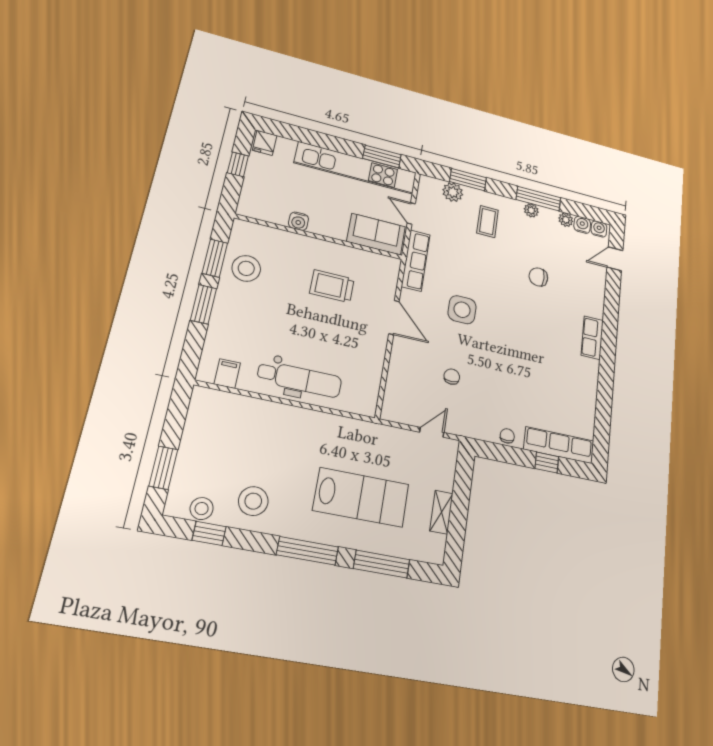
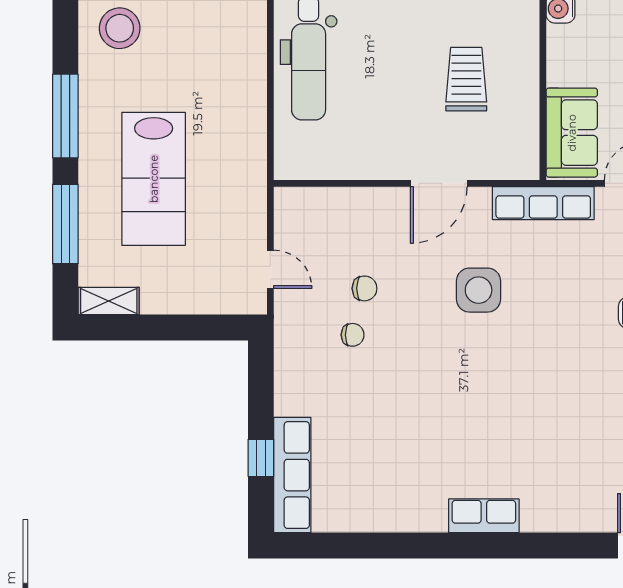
chair: (538, 277) -> (568, 412), removed
chair: (507, 436) -> (353, 335), moved
shelving: (441, 512) -> (109, 301), moved

